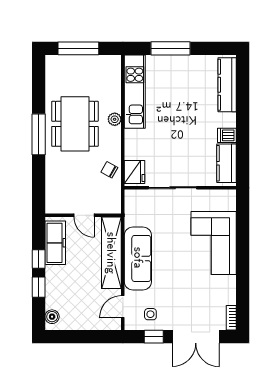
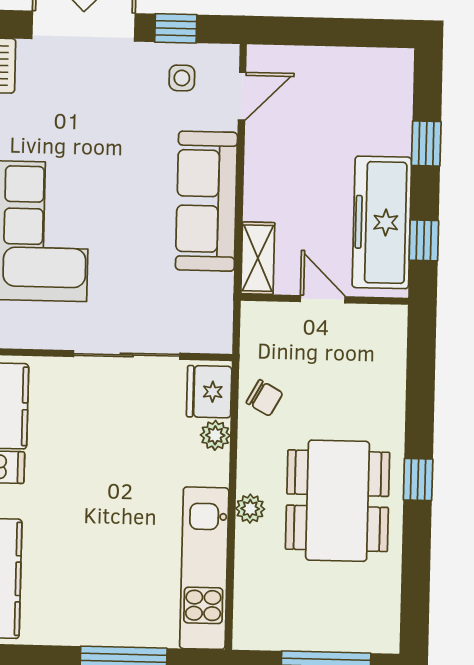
window: (39, 134) -> (418, 479), width x0.46
plant: (131, 152) -> (215, 435), added
freezer: (55, 243) -> (382, 222), width x1.36, depth x1.26
shelving: (111, 253) -> (258, 258), width x0.45, depth x0.75
window: (39, 259) -> (424, 240), moved
boiler: (52, 317) -> (398, 78), removed

